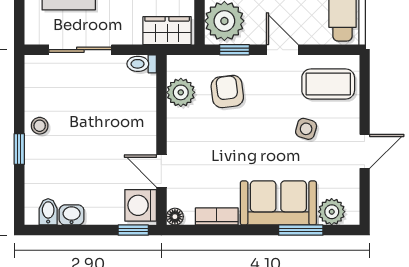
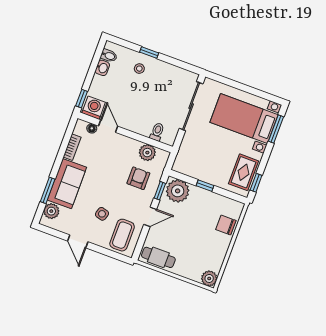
wardrobe: (167, 31) -> (184, 158), removed
sliding door: (80, 50) -> (191, 106), width x1.37
toilet: (142, 64) -> (157, 132), moved
armchair: (227, 91) -> (138, 178), turned -83
stool: (40, 126) -> (139, 69), moved
door: (161, 171) -> (108, 126), hinge flipped
floor lamp: (175, 217) -> (92, 128), moved

